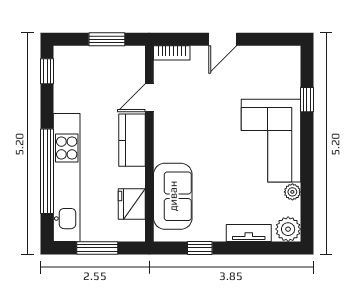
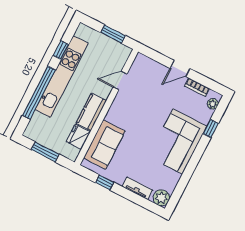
bookcase: (172, 53) -> (197, 87), moved
window: (47, 71) -> (61, 50), moved
kitchen counter: (132, 140) -> (91, 112), moved
kitchen unit: (67, 177) -> (62, 76), moved
plant: (292, 192) -> (213, 104), moved

